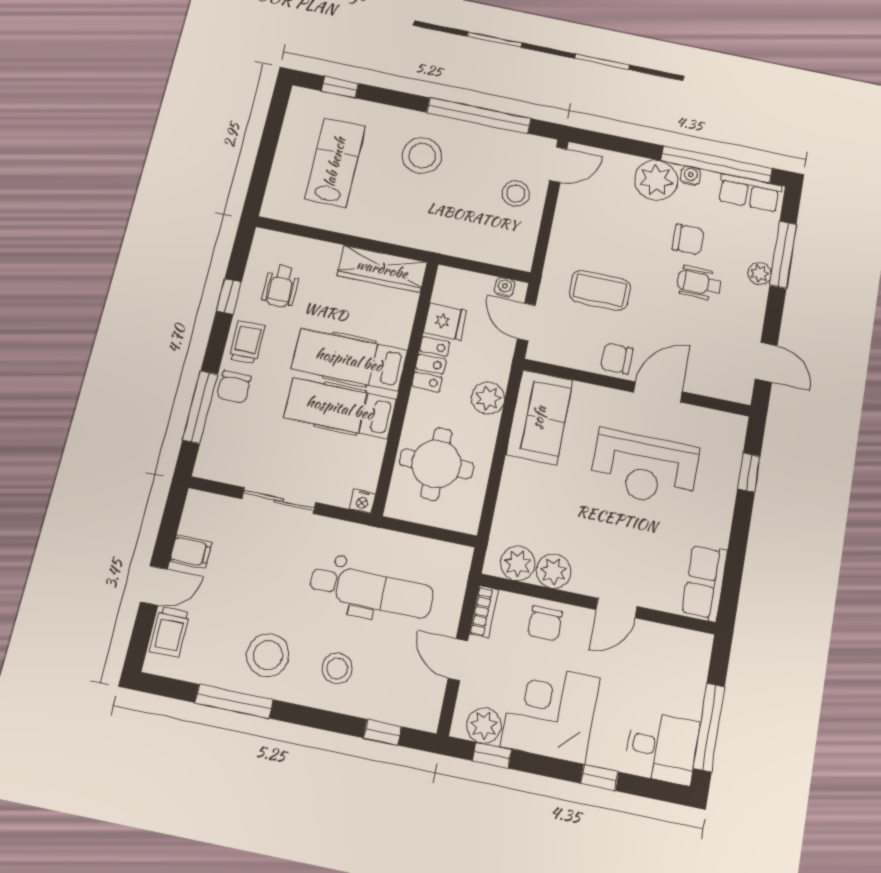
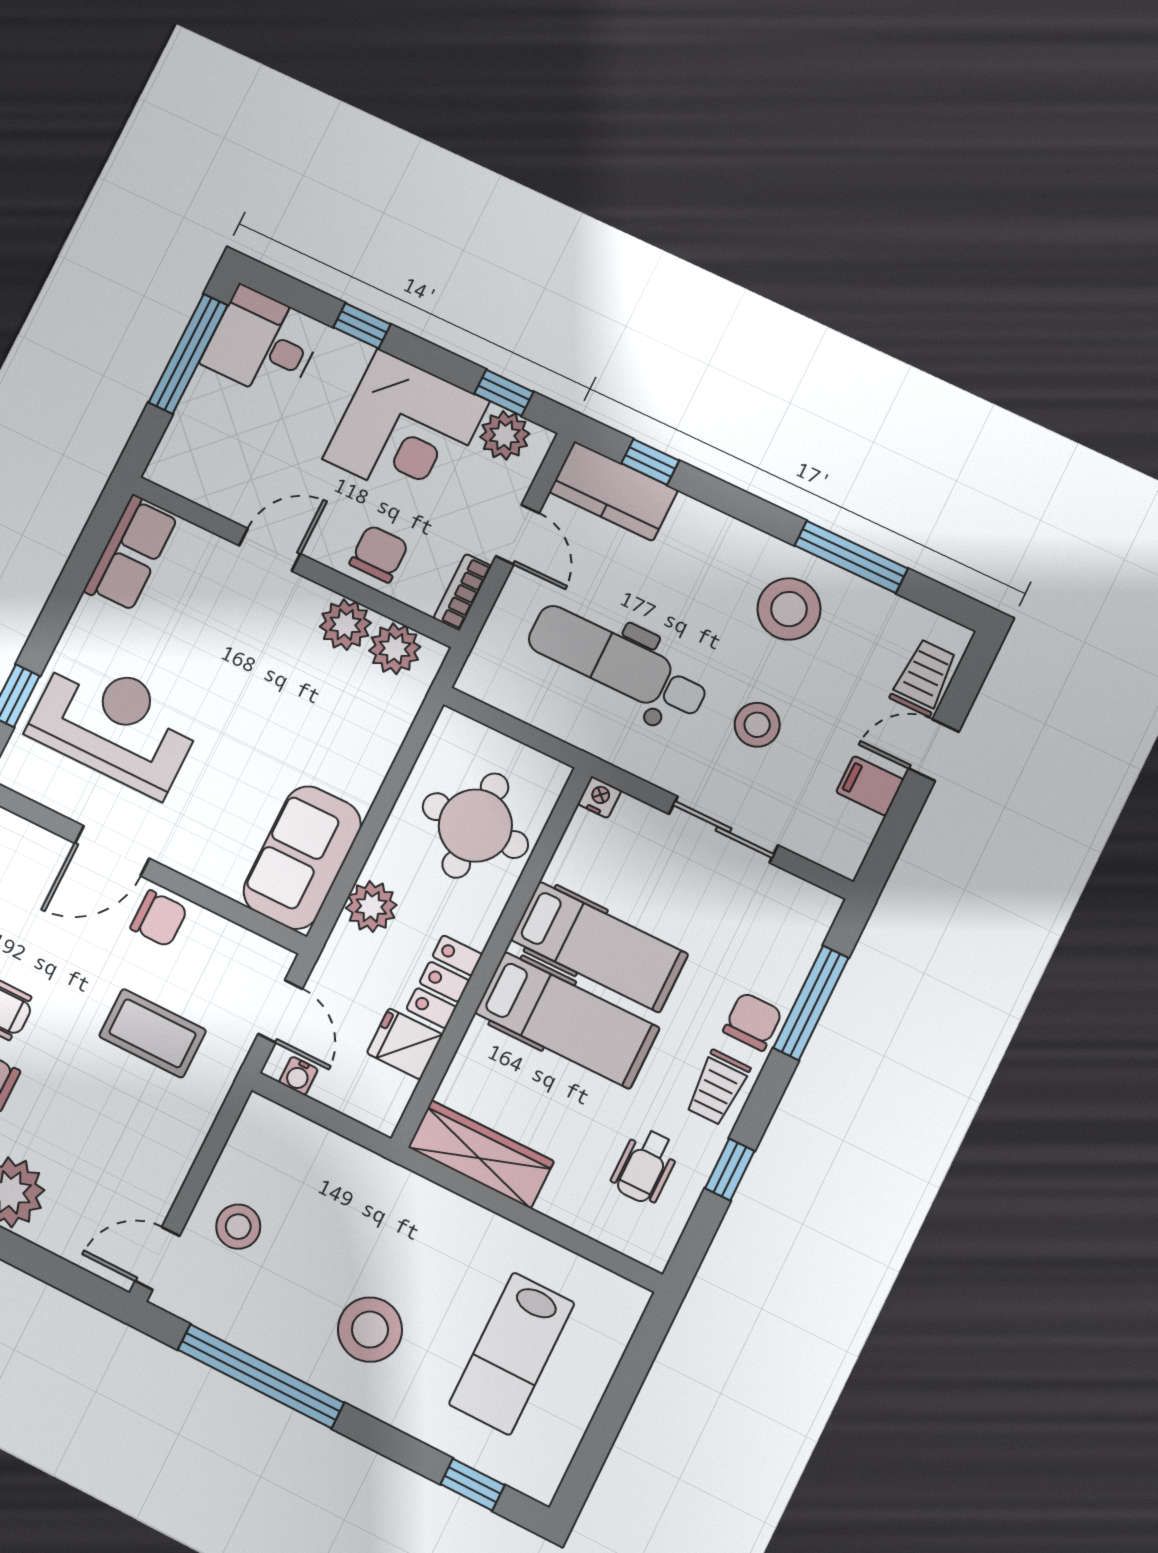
wheelchair: (281, 286) -> (645, 1166), turned 180
reception desk: (644, 468) -> (115, 724), moved
stool: (337, 668) -> (757, 725), moved
kitchen counter: (402, 706) -> (613, 491), added

